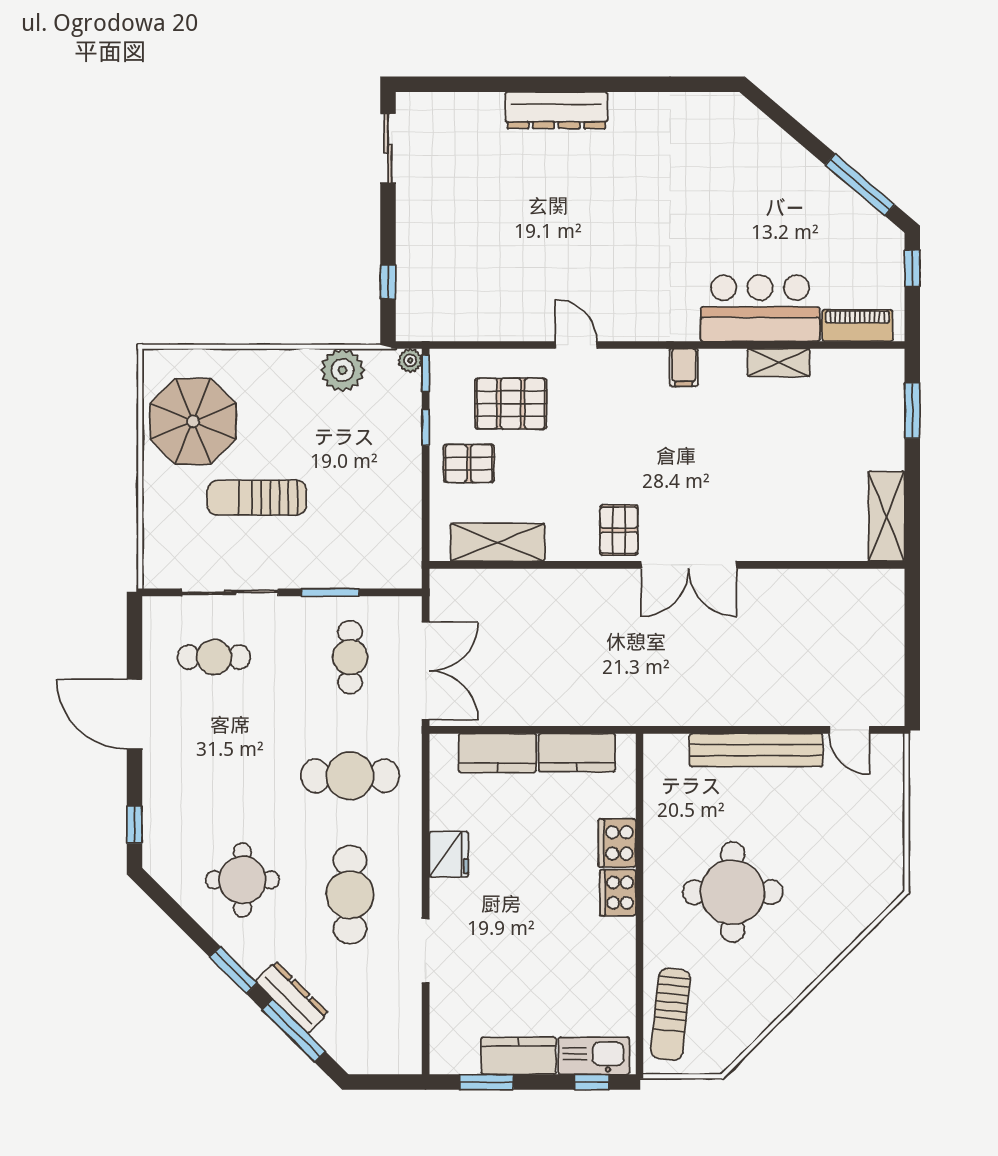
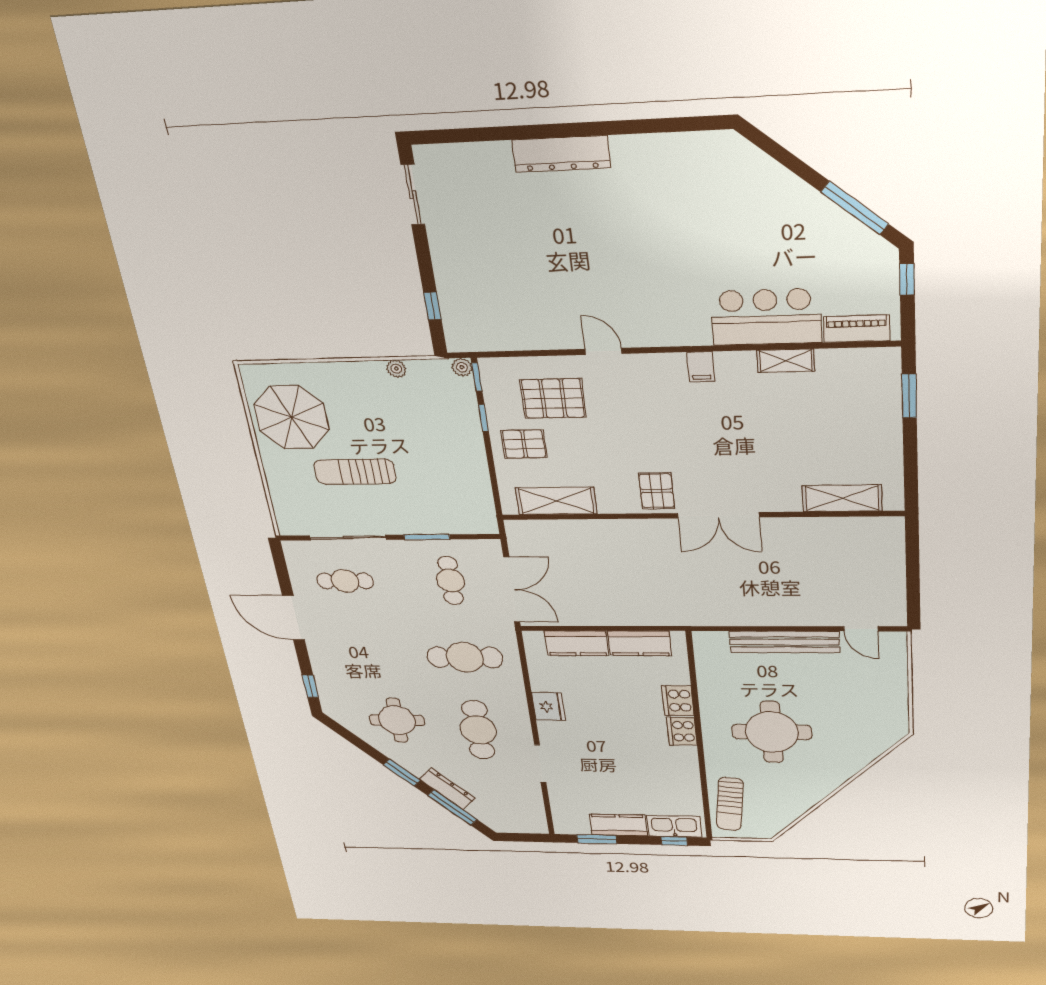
plant: (343, 370) -> (396, 369), width x0.53, depth x0.53
shelving: (887, 516) -> (842, 498), moved, turned 90

